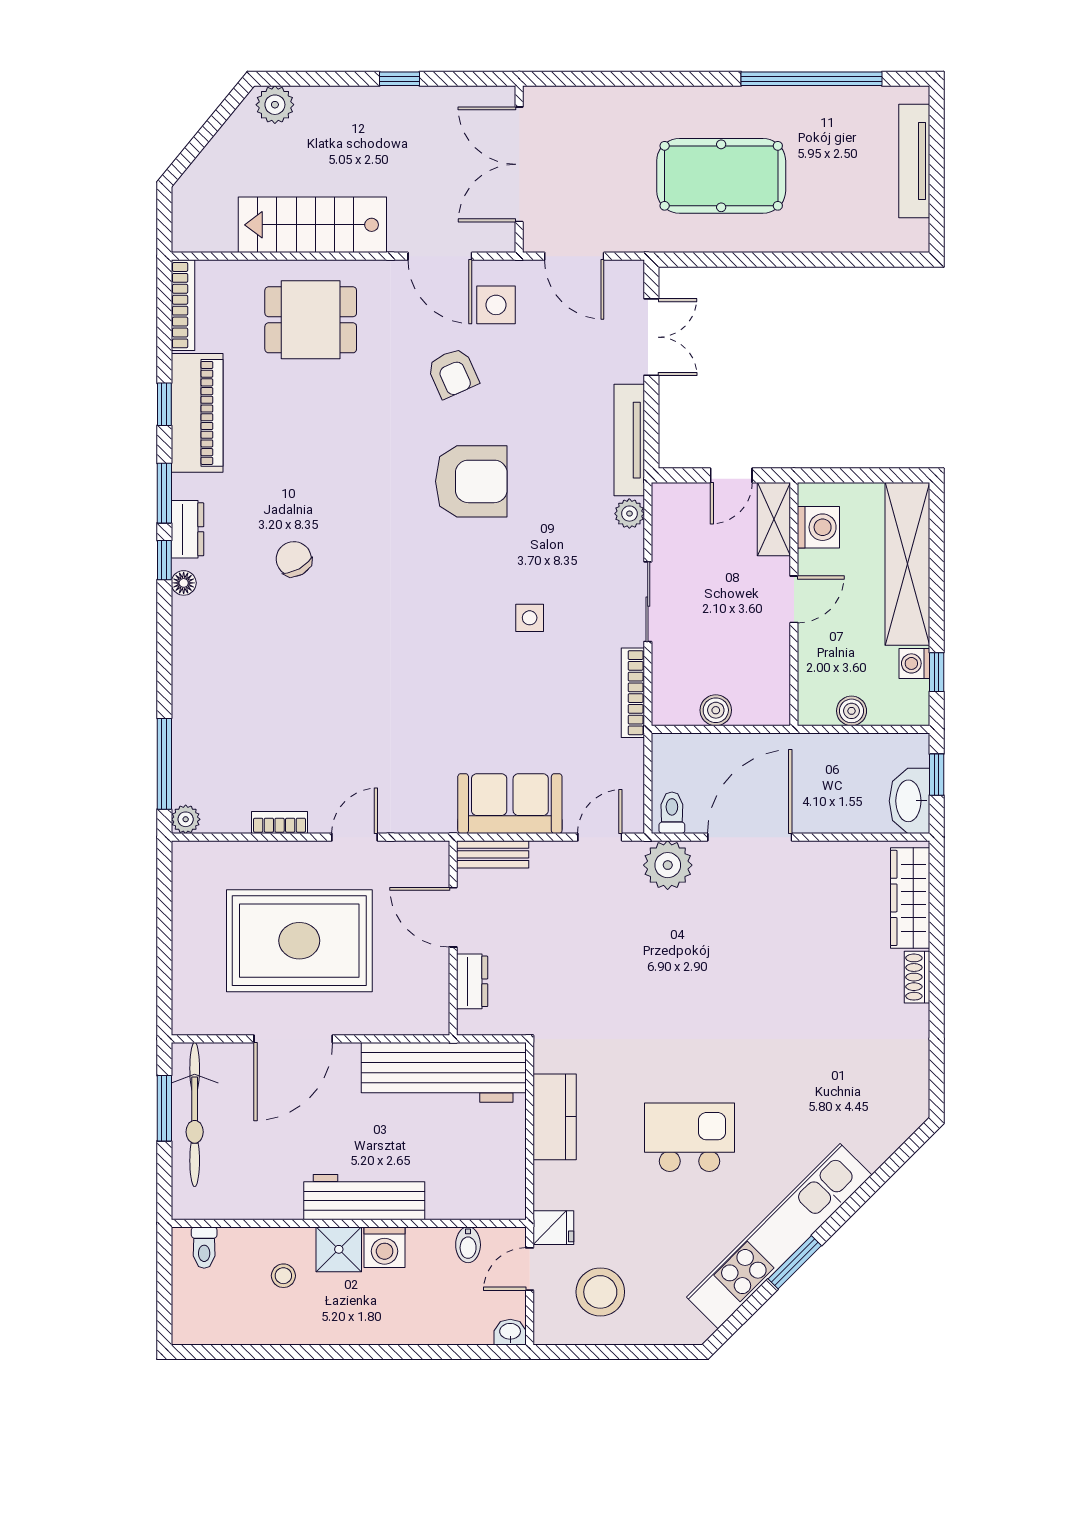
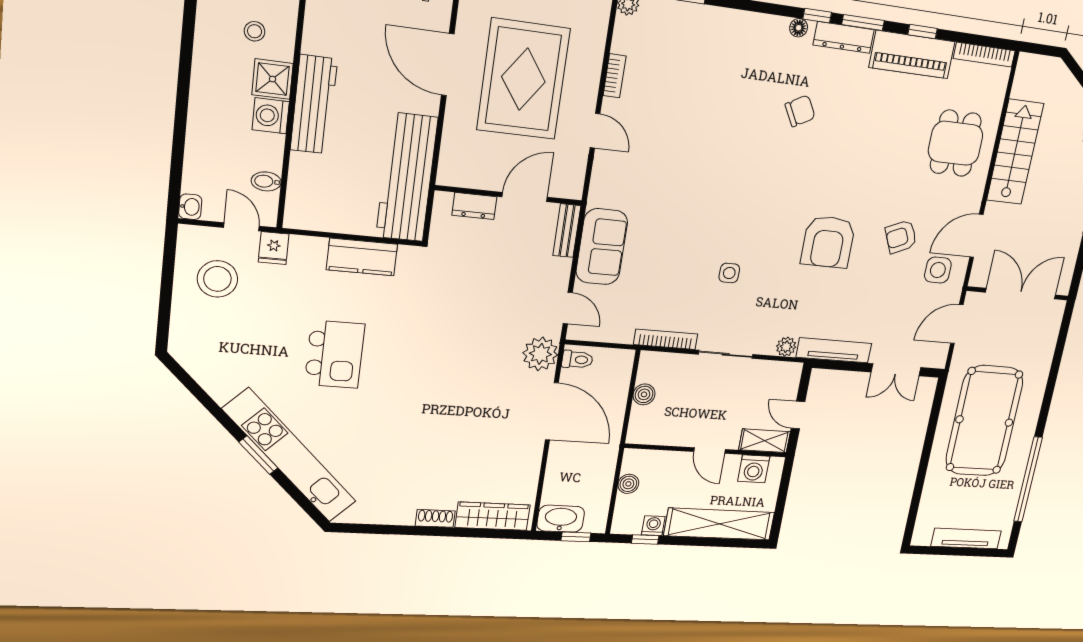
pool table: (721, 176) -> (984, 421), width x1.36, depth x1.32
dresser: (187, 529) -> (844, 37), width x1.44
kitchen unit: (779, 1236) -> (290, 456), moved
window: (795, 1262) -> (258, 455), moved

